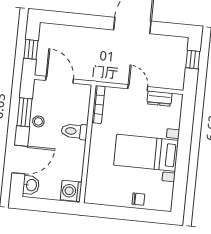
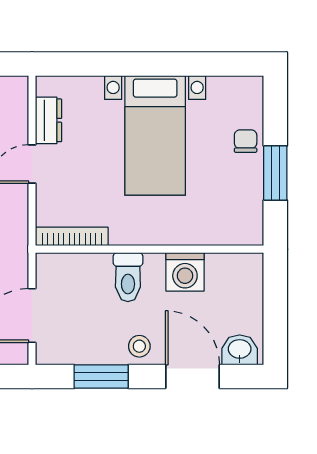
stool: (38, 121) -> (139, 346), moved
washing machine: (71, 191) -> (185, 272), moved
window: (120, 213) -> (275, 173), added

